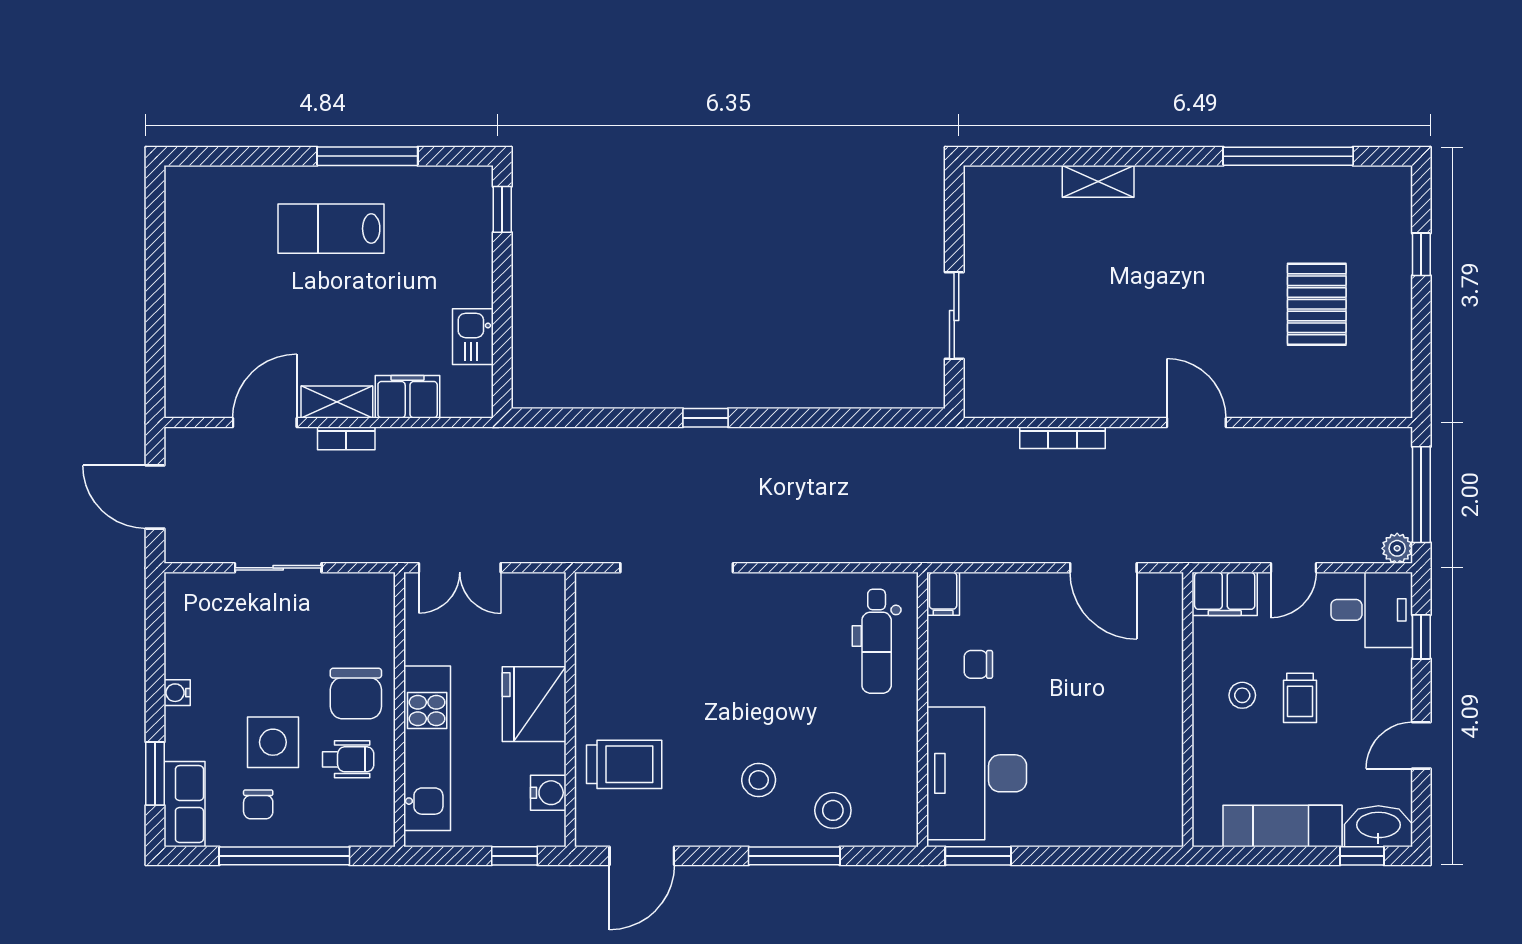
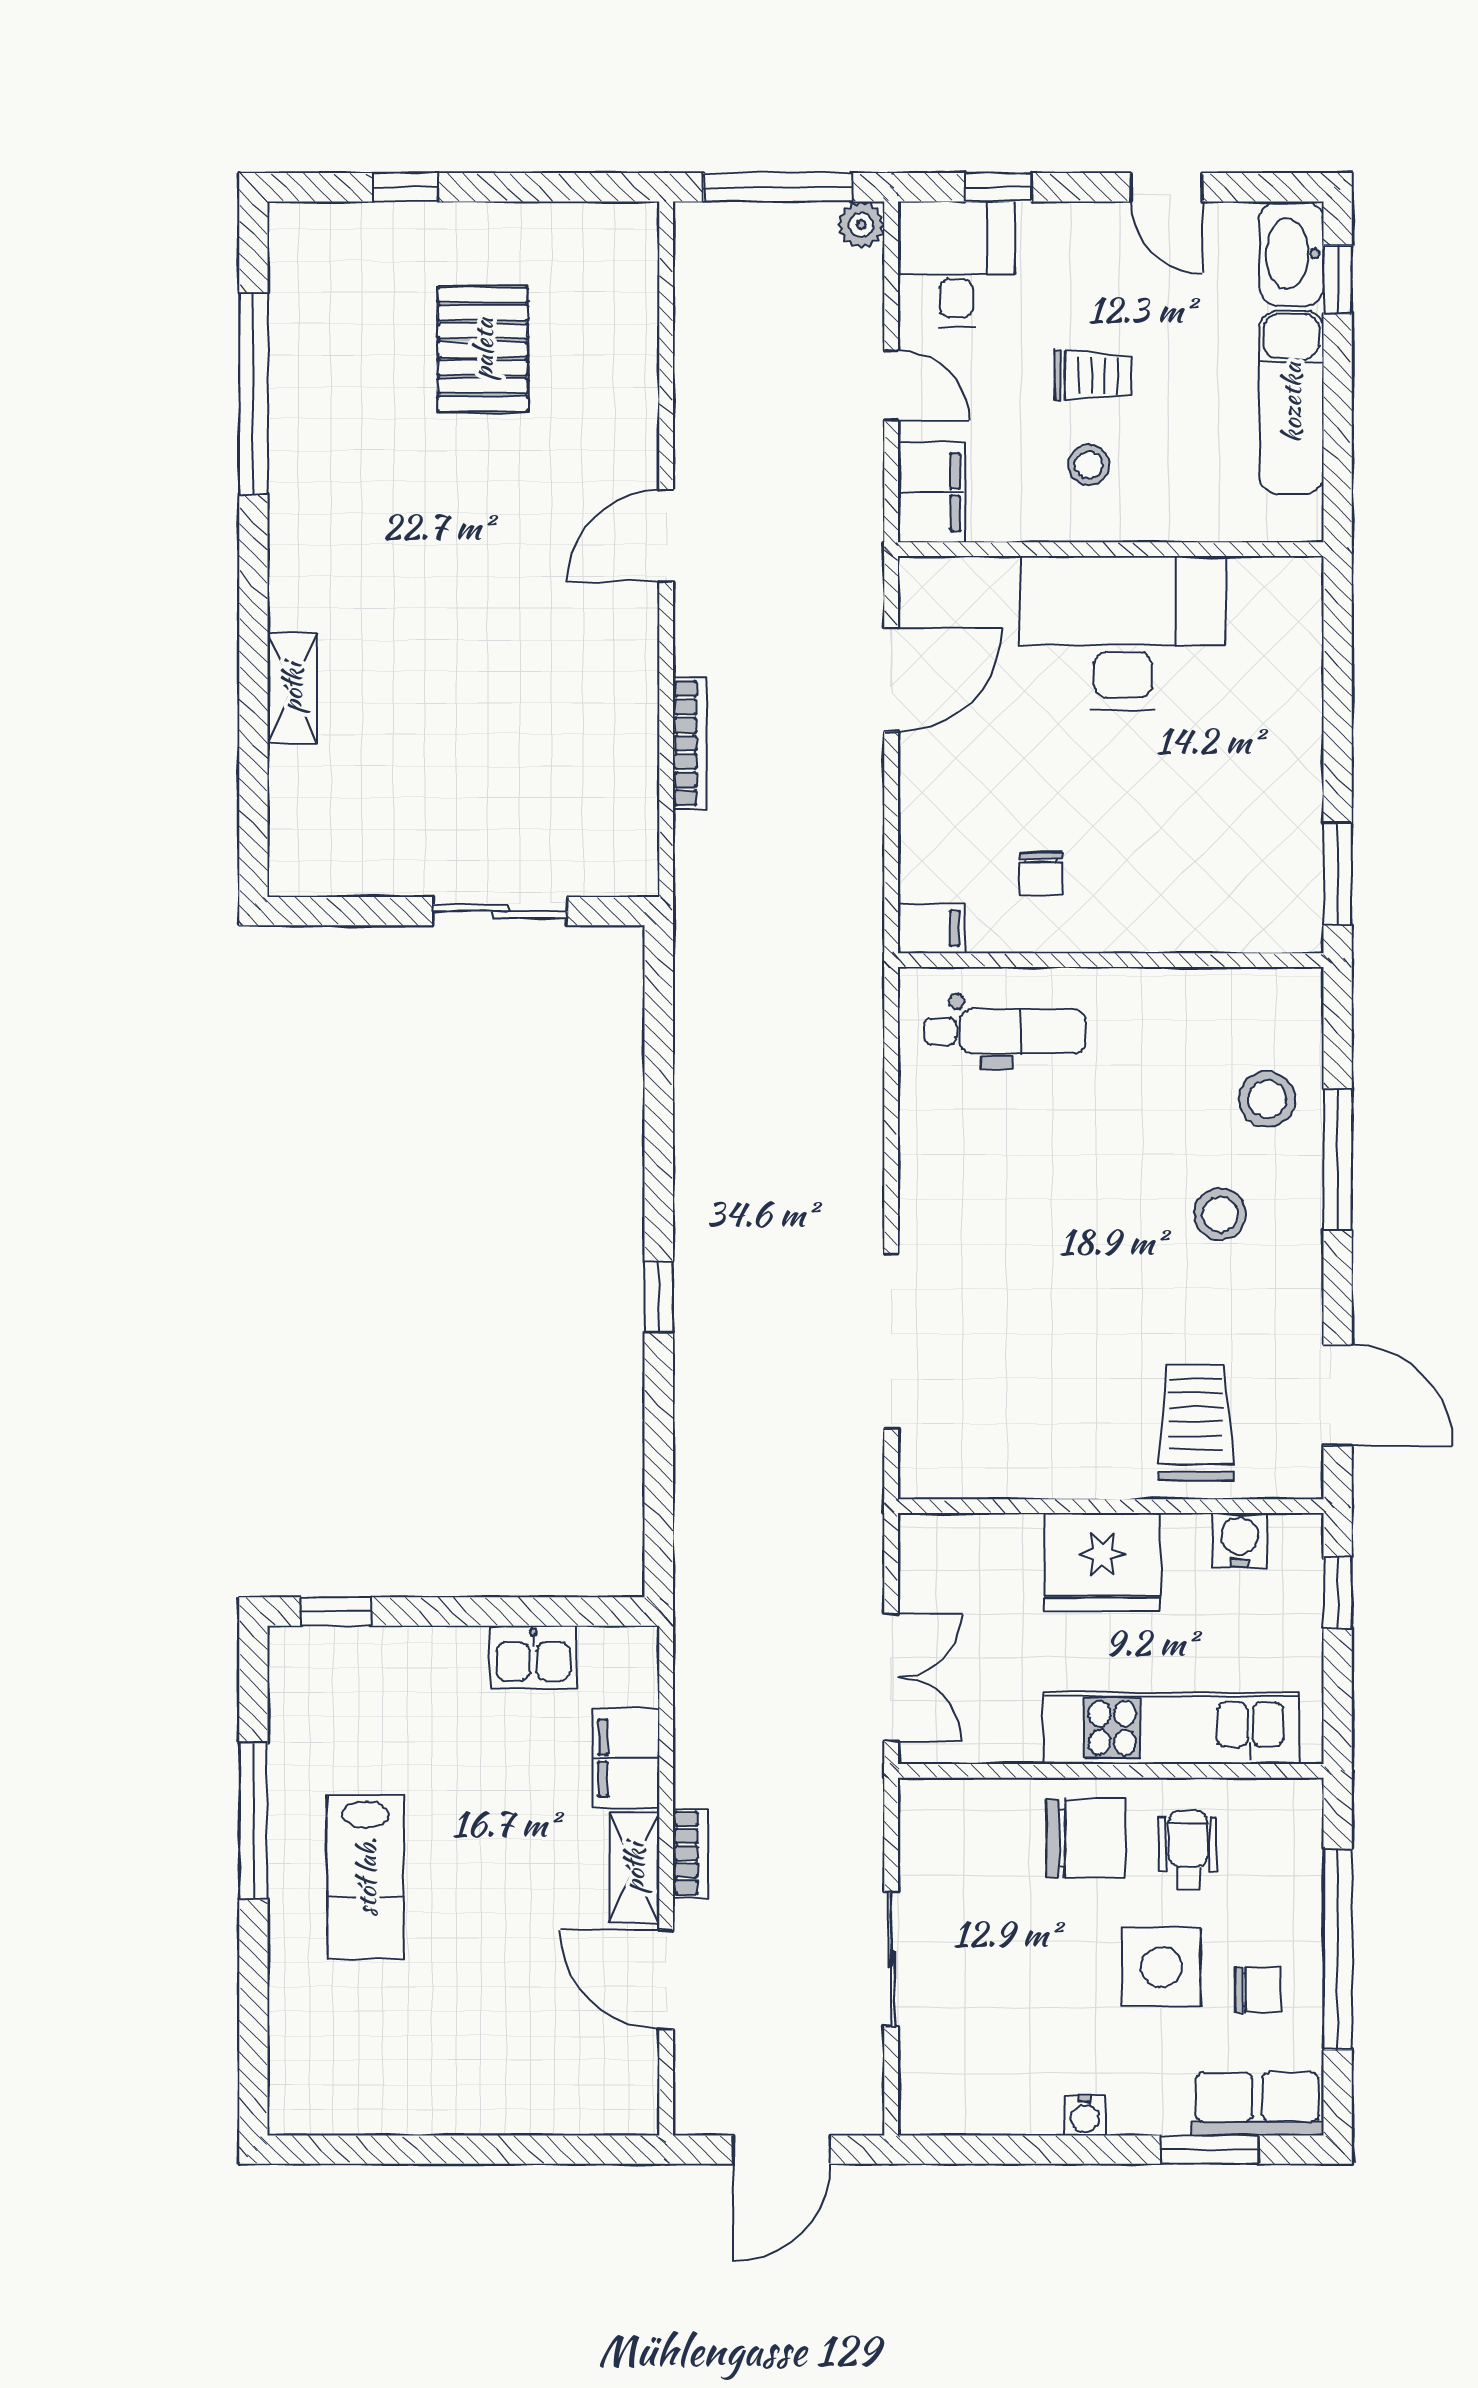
pallet: (1317, 304) -> (483, 349), turned 90
desk: (977, 773) -> (1123, 633), moved, turned 180

